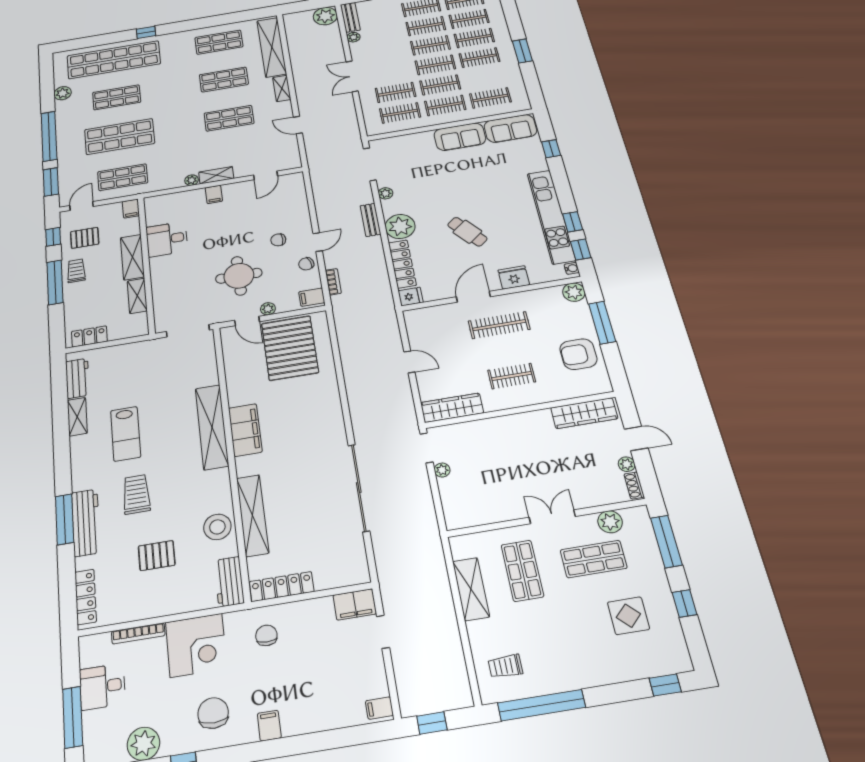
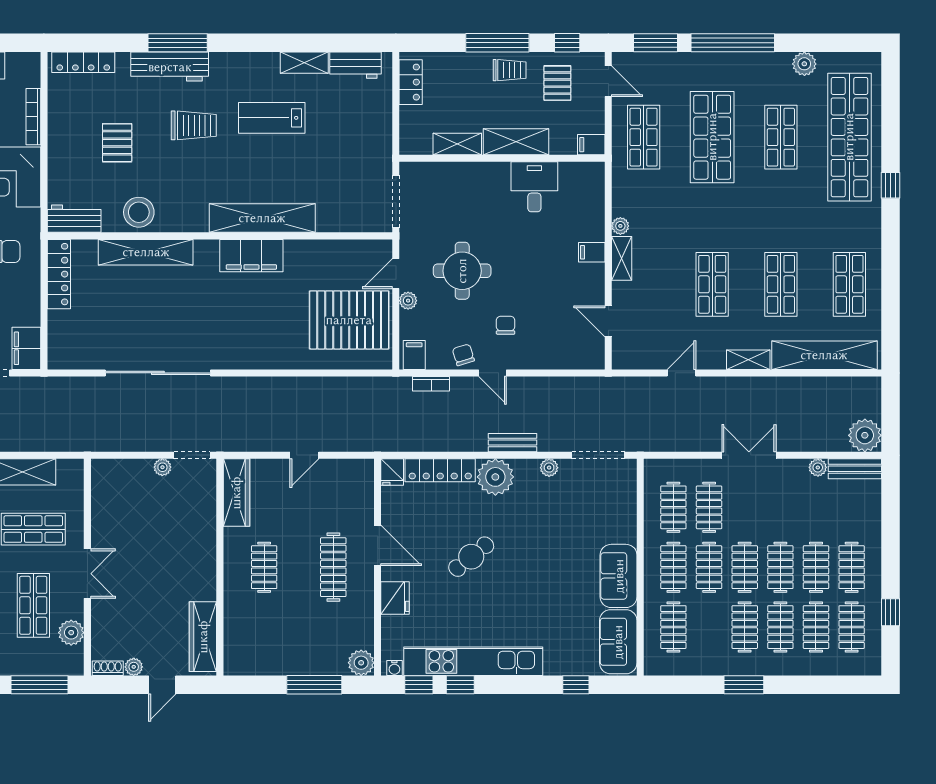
armchair: (578, 354) -> (278, 648), removed

